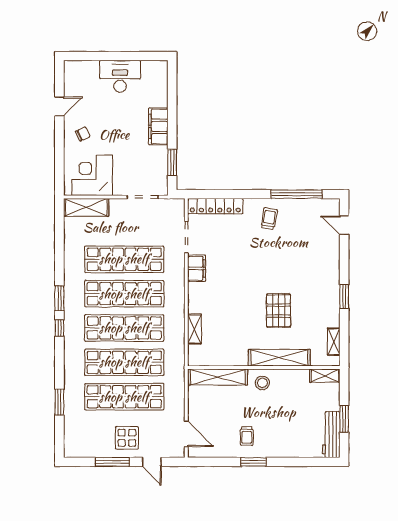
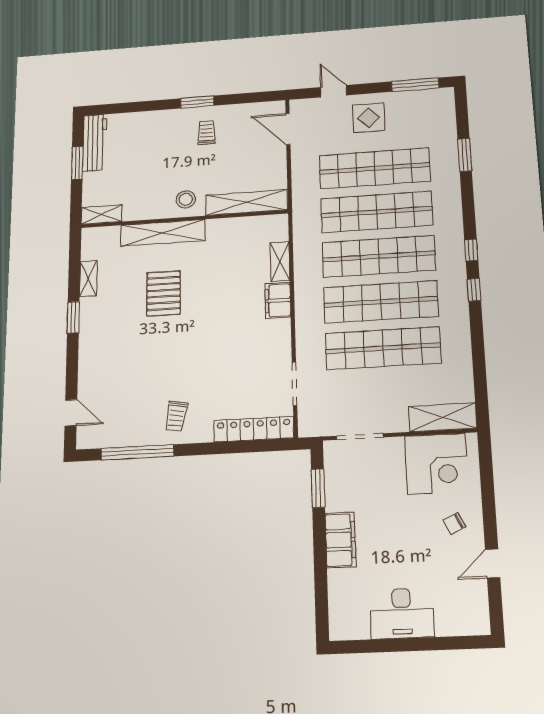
filing cabinet: (197, 268) -> (278, 300), moved
window: (59, 298) -> (474, 290), width x0.67
shelving: (334, 342) -> (88, 279), moved
window: (112, 462) -> (415, 85), moved

